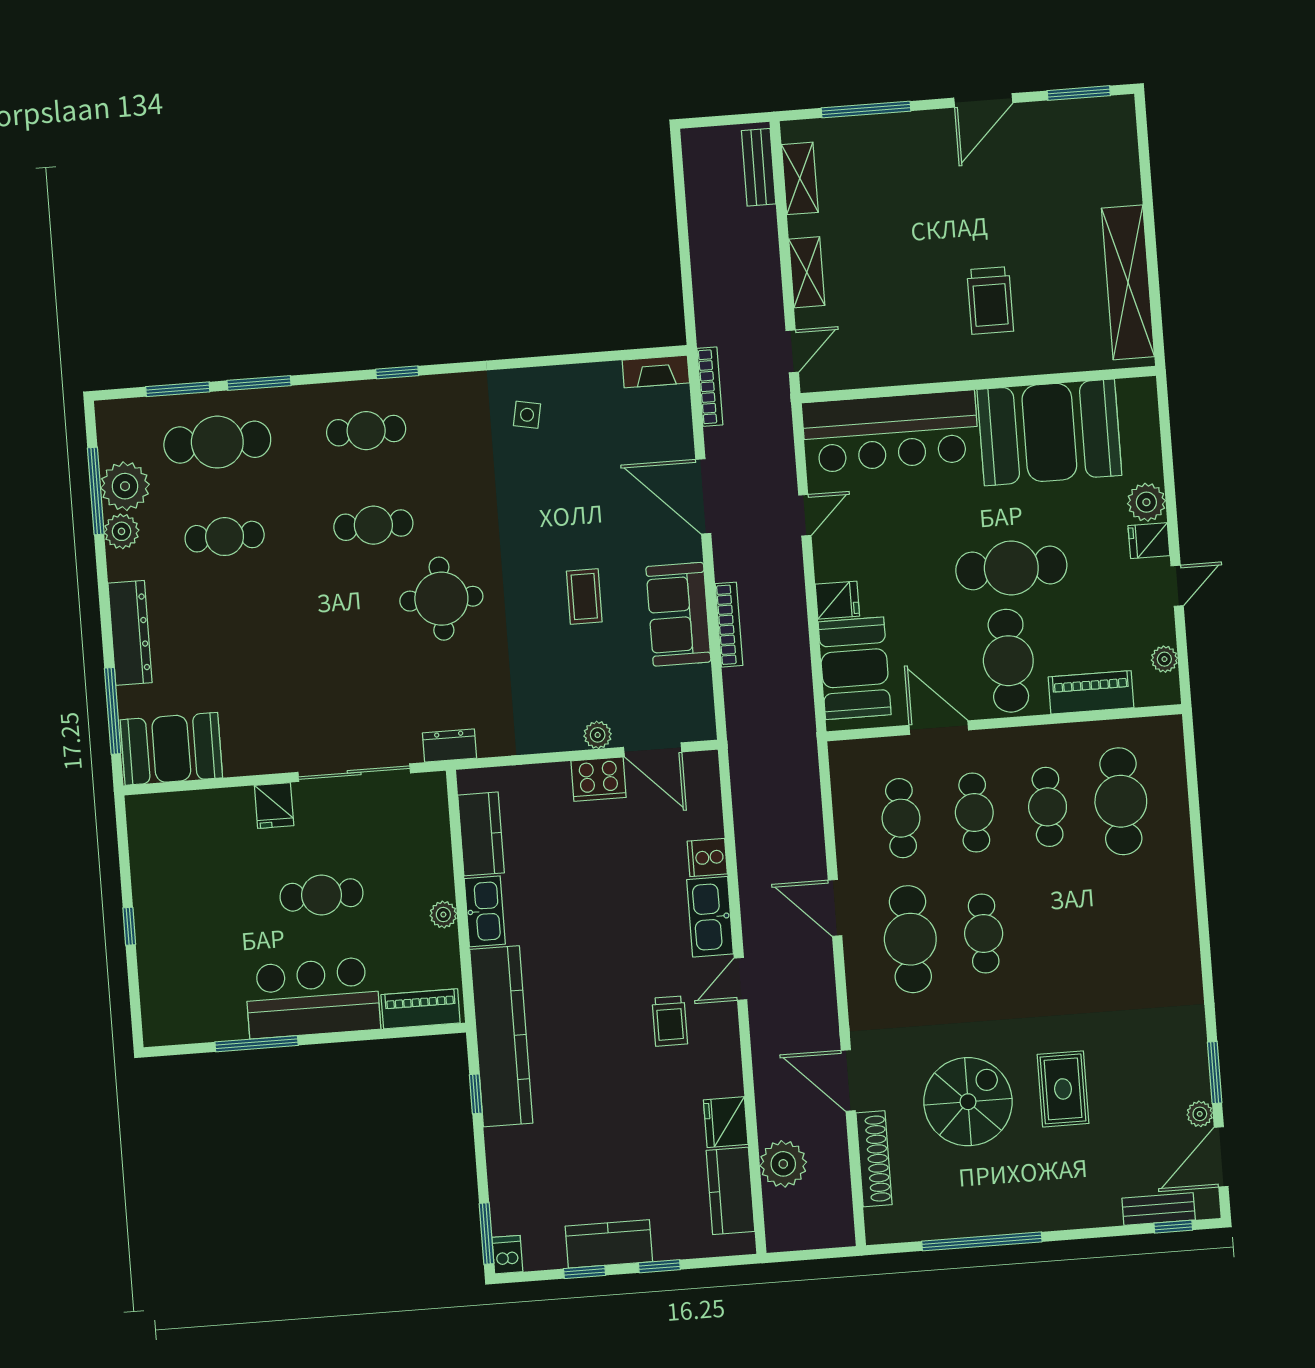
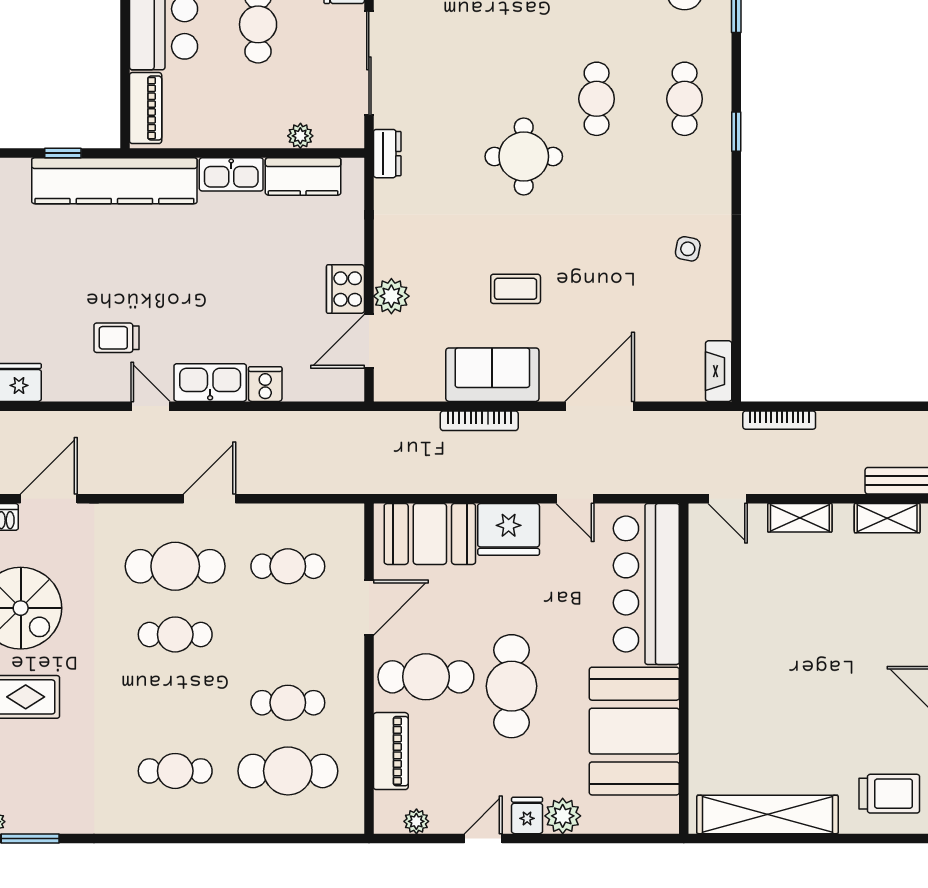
trolley: (990, 300) -> (889, 794), moved, turned 180
bookcase: (710, 387) -> (779, 420), moved
door: (1177, 586) -> (483, 838), swing flipped
fridge: (837, 600) -> (509, 529), width x1.88, depth x1.34
plant: (598, 735) -> (391, 296), width x1.38, depth x1.38
cafe table: (974, 813) -> (175, 771), moved
plant: (443, 915) -> (300, 136), moved

